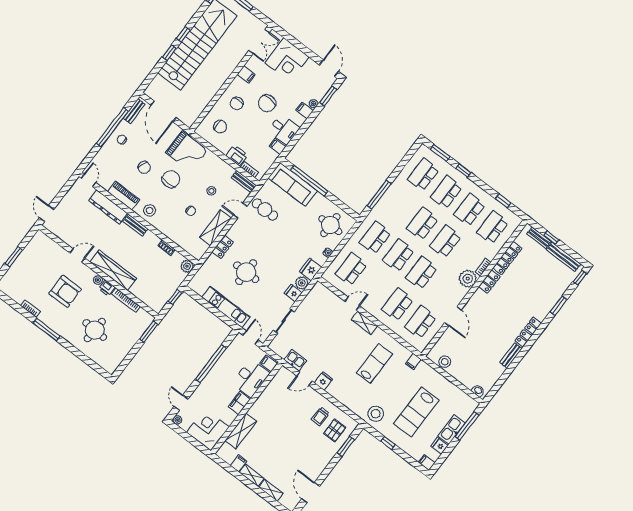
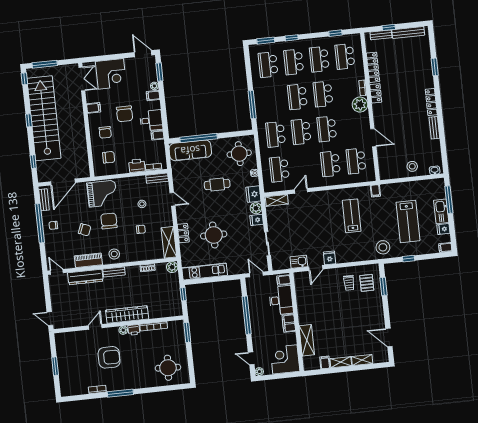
window: (169, 53) -> (33, 162), moved
door: (163, 111) -> (63, 182), hinge flipped
cafe table: (265, 209) -> (217, 184), moved
door: (240, 211) -> (173, 199), swing flipped
shelving: (216, 228) -> (169, 242), moved
window: (580, 278) -> (431, 36), removed
kitchen unit: (226, 307) -> (205, 272), moved
shelving: (364, 323) -> (277, 200), moved
round table: (95, 330) -> (168, 368), moved
stool: (445, 362) -> (412, 166), moved

